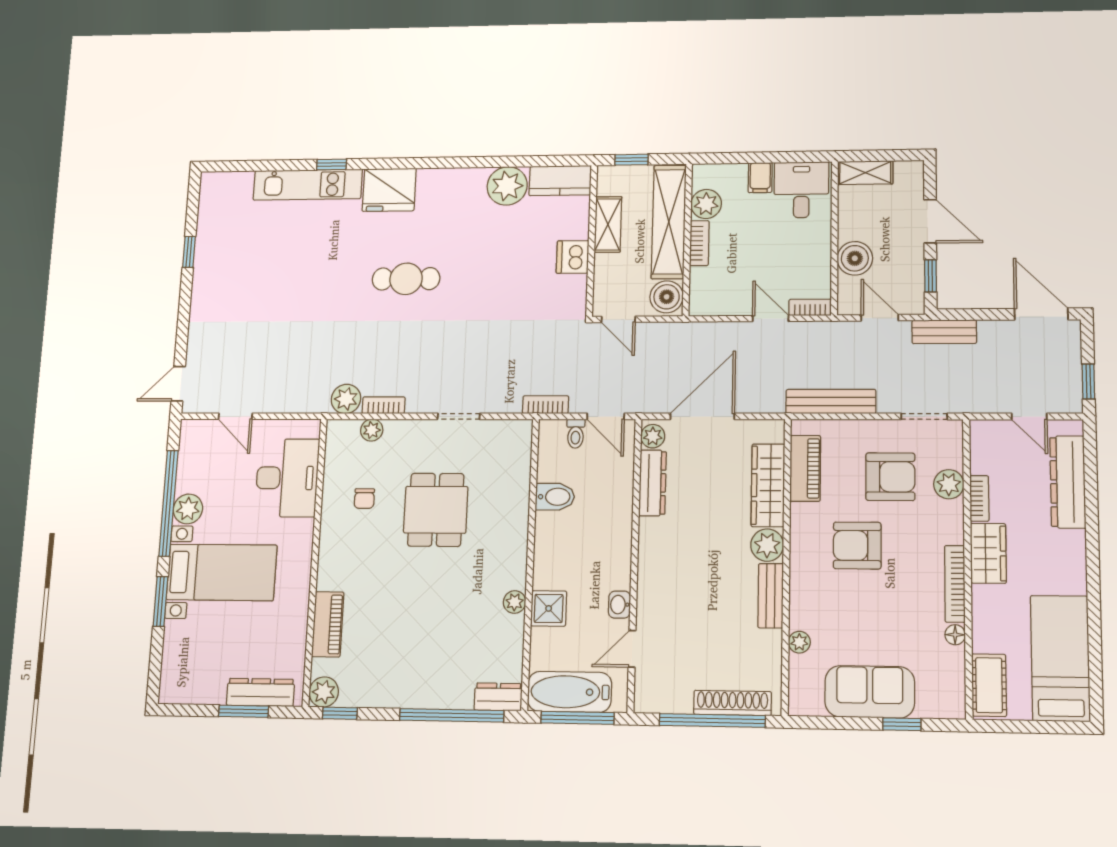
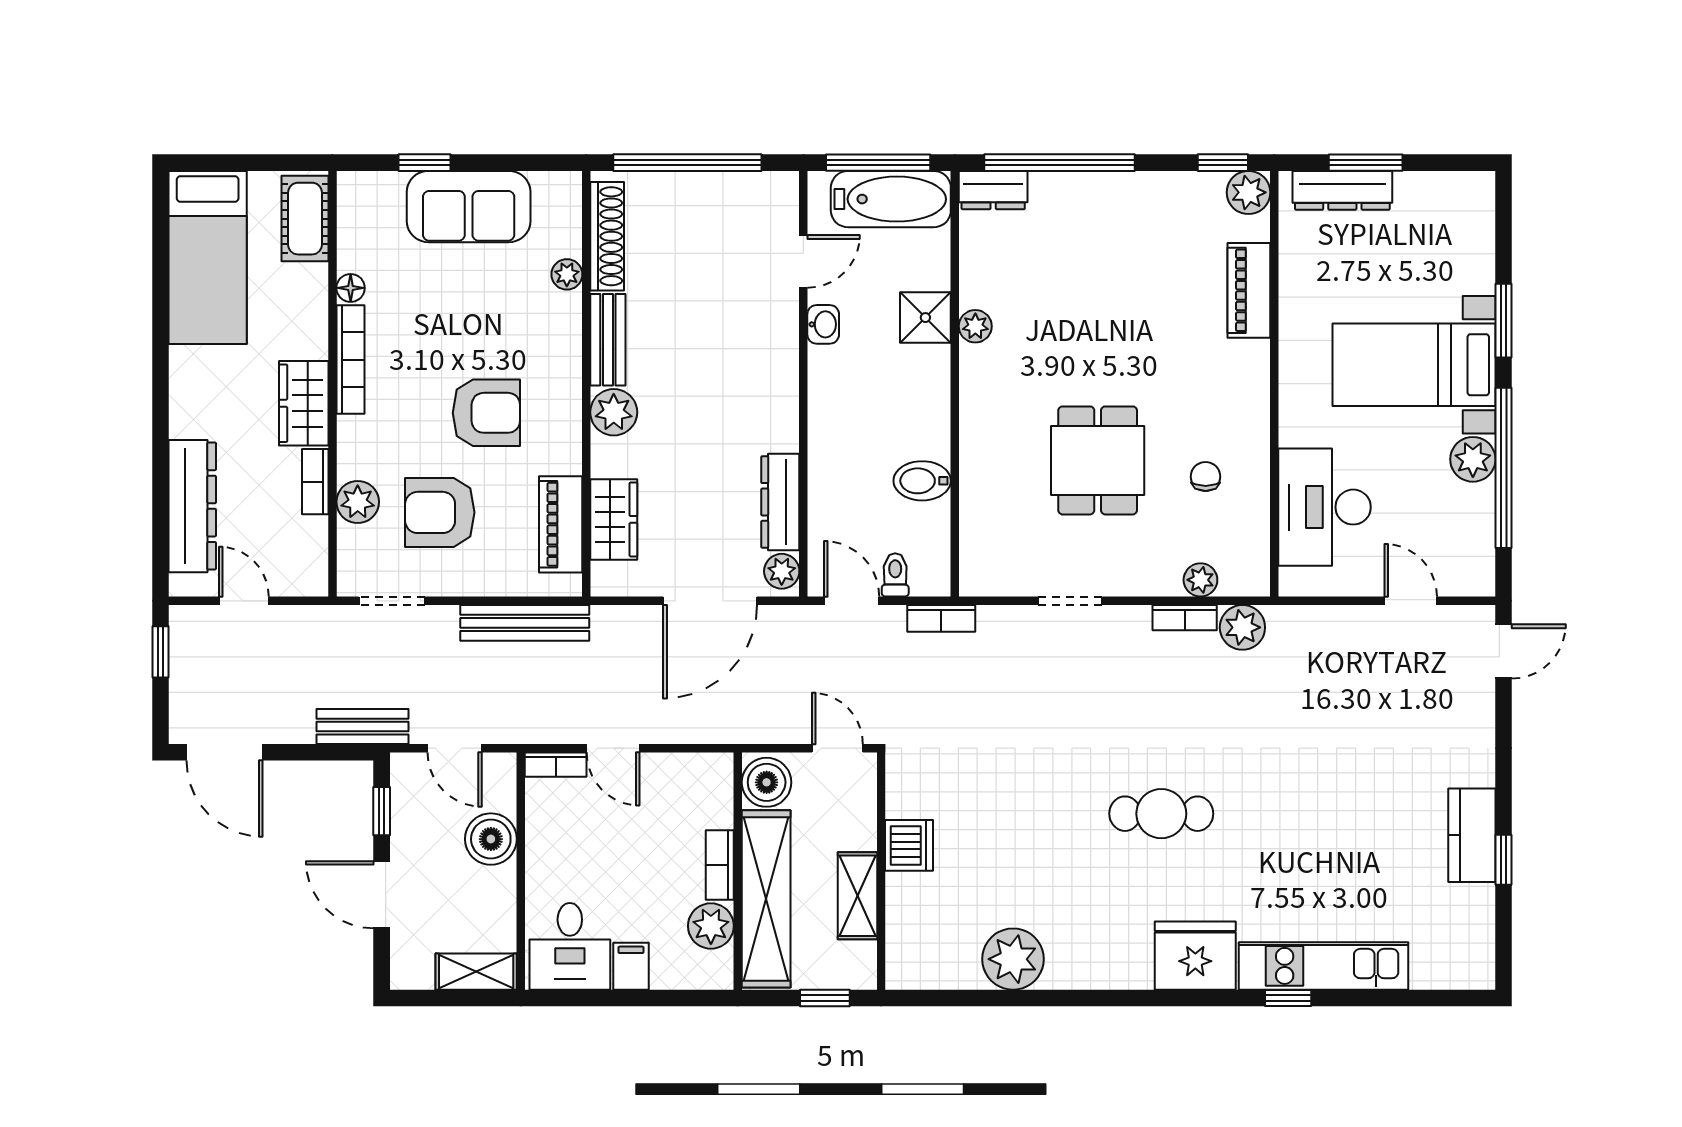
kitchen counter: (560, 181) -> (1472, 835), moved, turned -90
wardrobe: (768, 485) -> (614, 519), width x0.67
shoe rack: (732, 703) -> (607, 236), moved, turned -90

